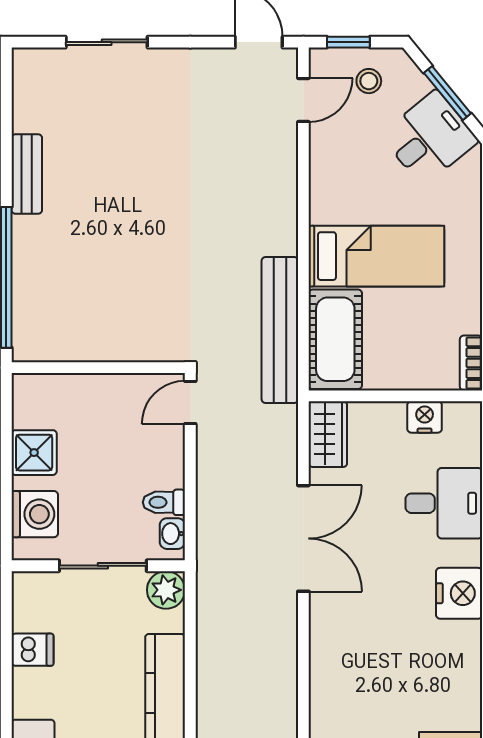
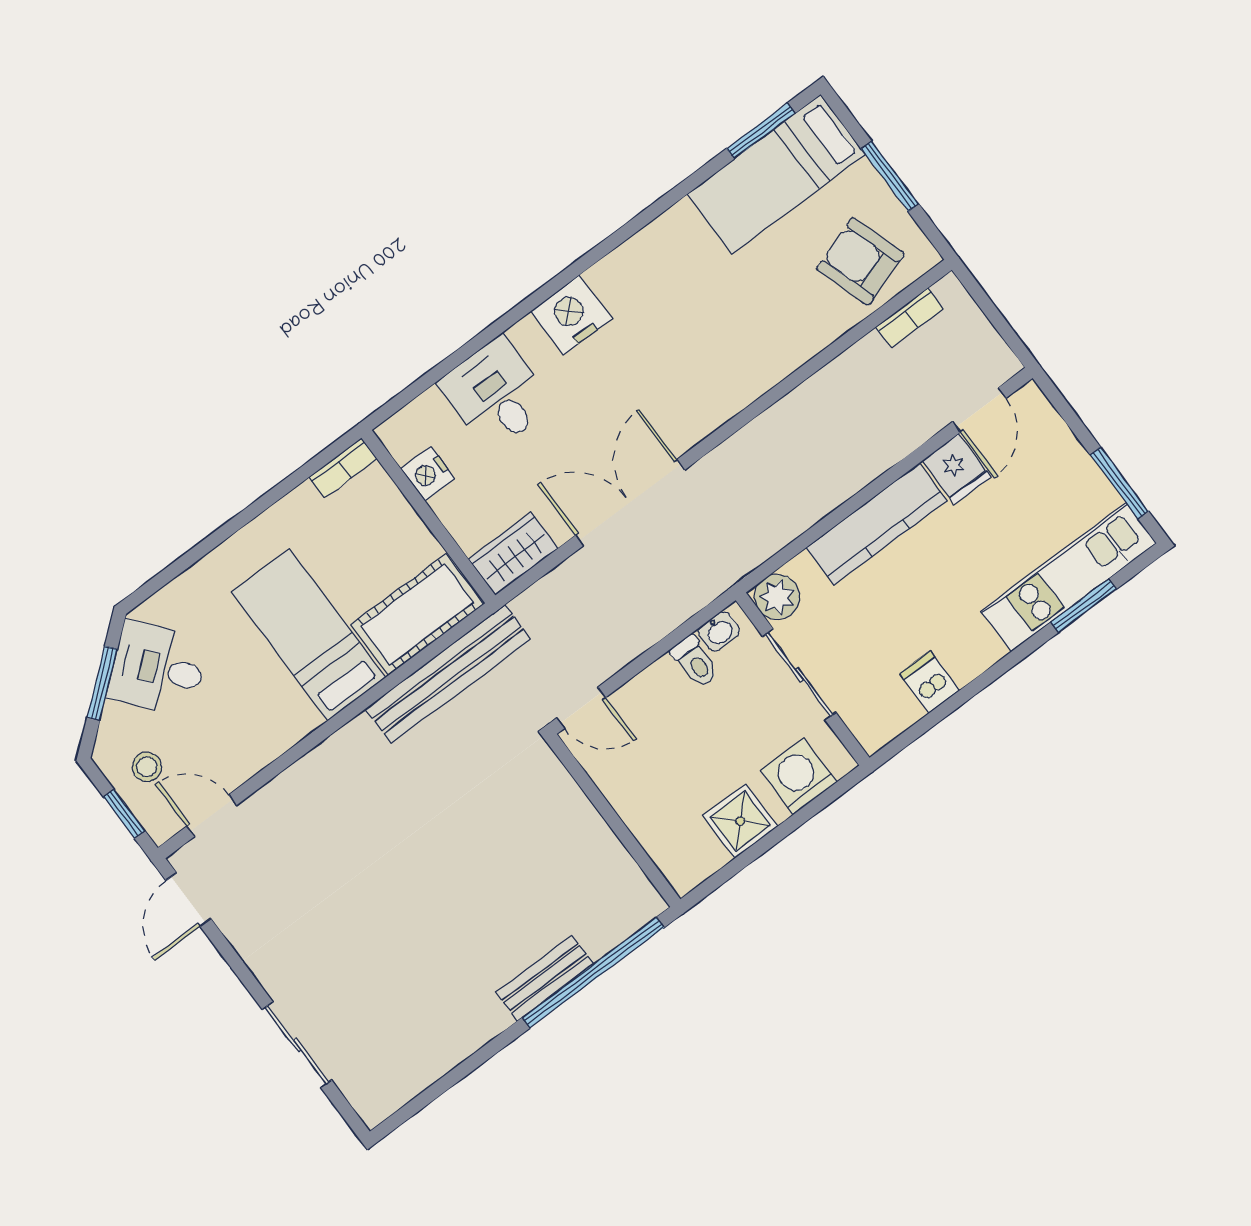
bench: (27, 174) -> (545, 978), moved

